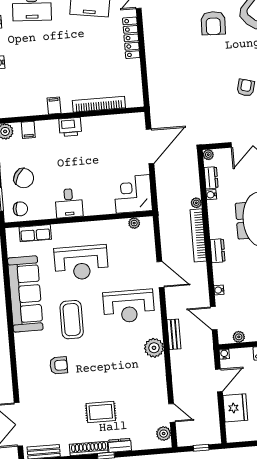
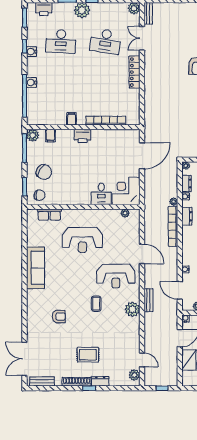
desk: (69, 203) -> (101, 194), moved
dresser: (218, 251) -> (187, 216), moved
sofa: (25, 294) -> (36, 268), width x0.74, depth x0.79
coffee table: (72, 320) -> (96, 304), moved, width x0.54, depth x0.58

